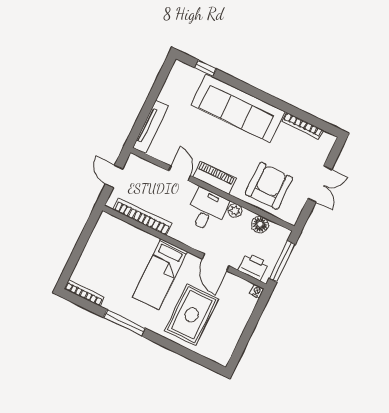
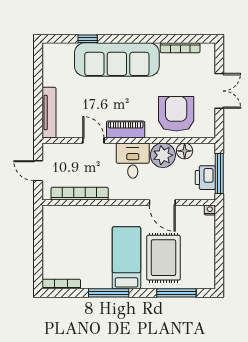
window: (205, 68) -> (88, 39), moved
plant: (235, 211) -> (163, 155), width x1.88, depth x1.88
printer: (254, 267) -> (205, 178), moved, turned -90
bed: (160, 274) -> (126, 258), moved, turned 180
window: (188, 354) -> (176, 293), added

